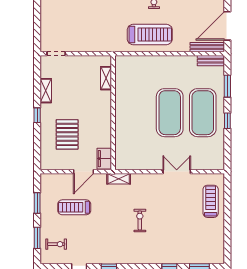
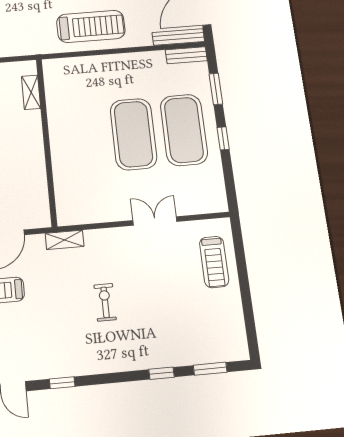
filing cabinet: (104, 159) -> (39, 211), removed
treadmill: (211, 201) -> (214, 262), turned 180

